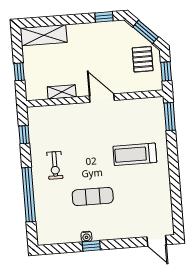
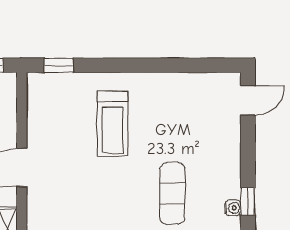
window: (170, 117) -> (59, 65), width x0.67

